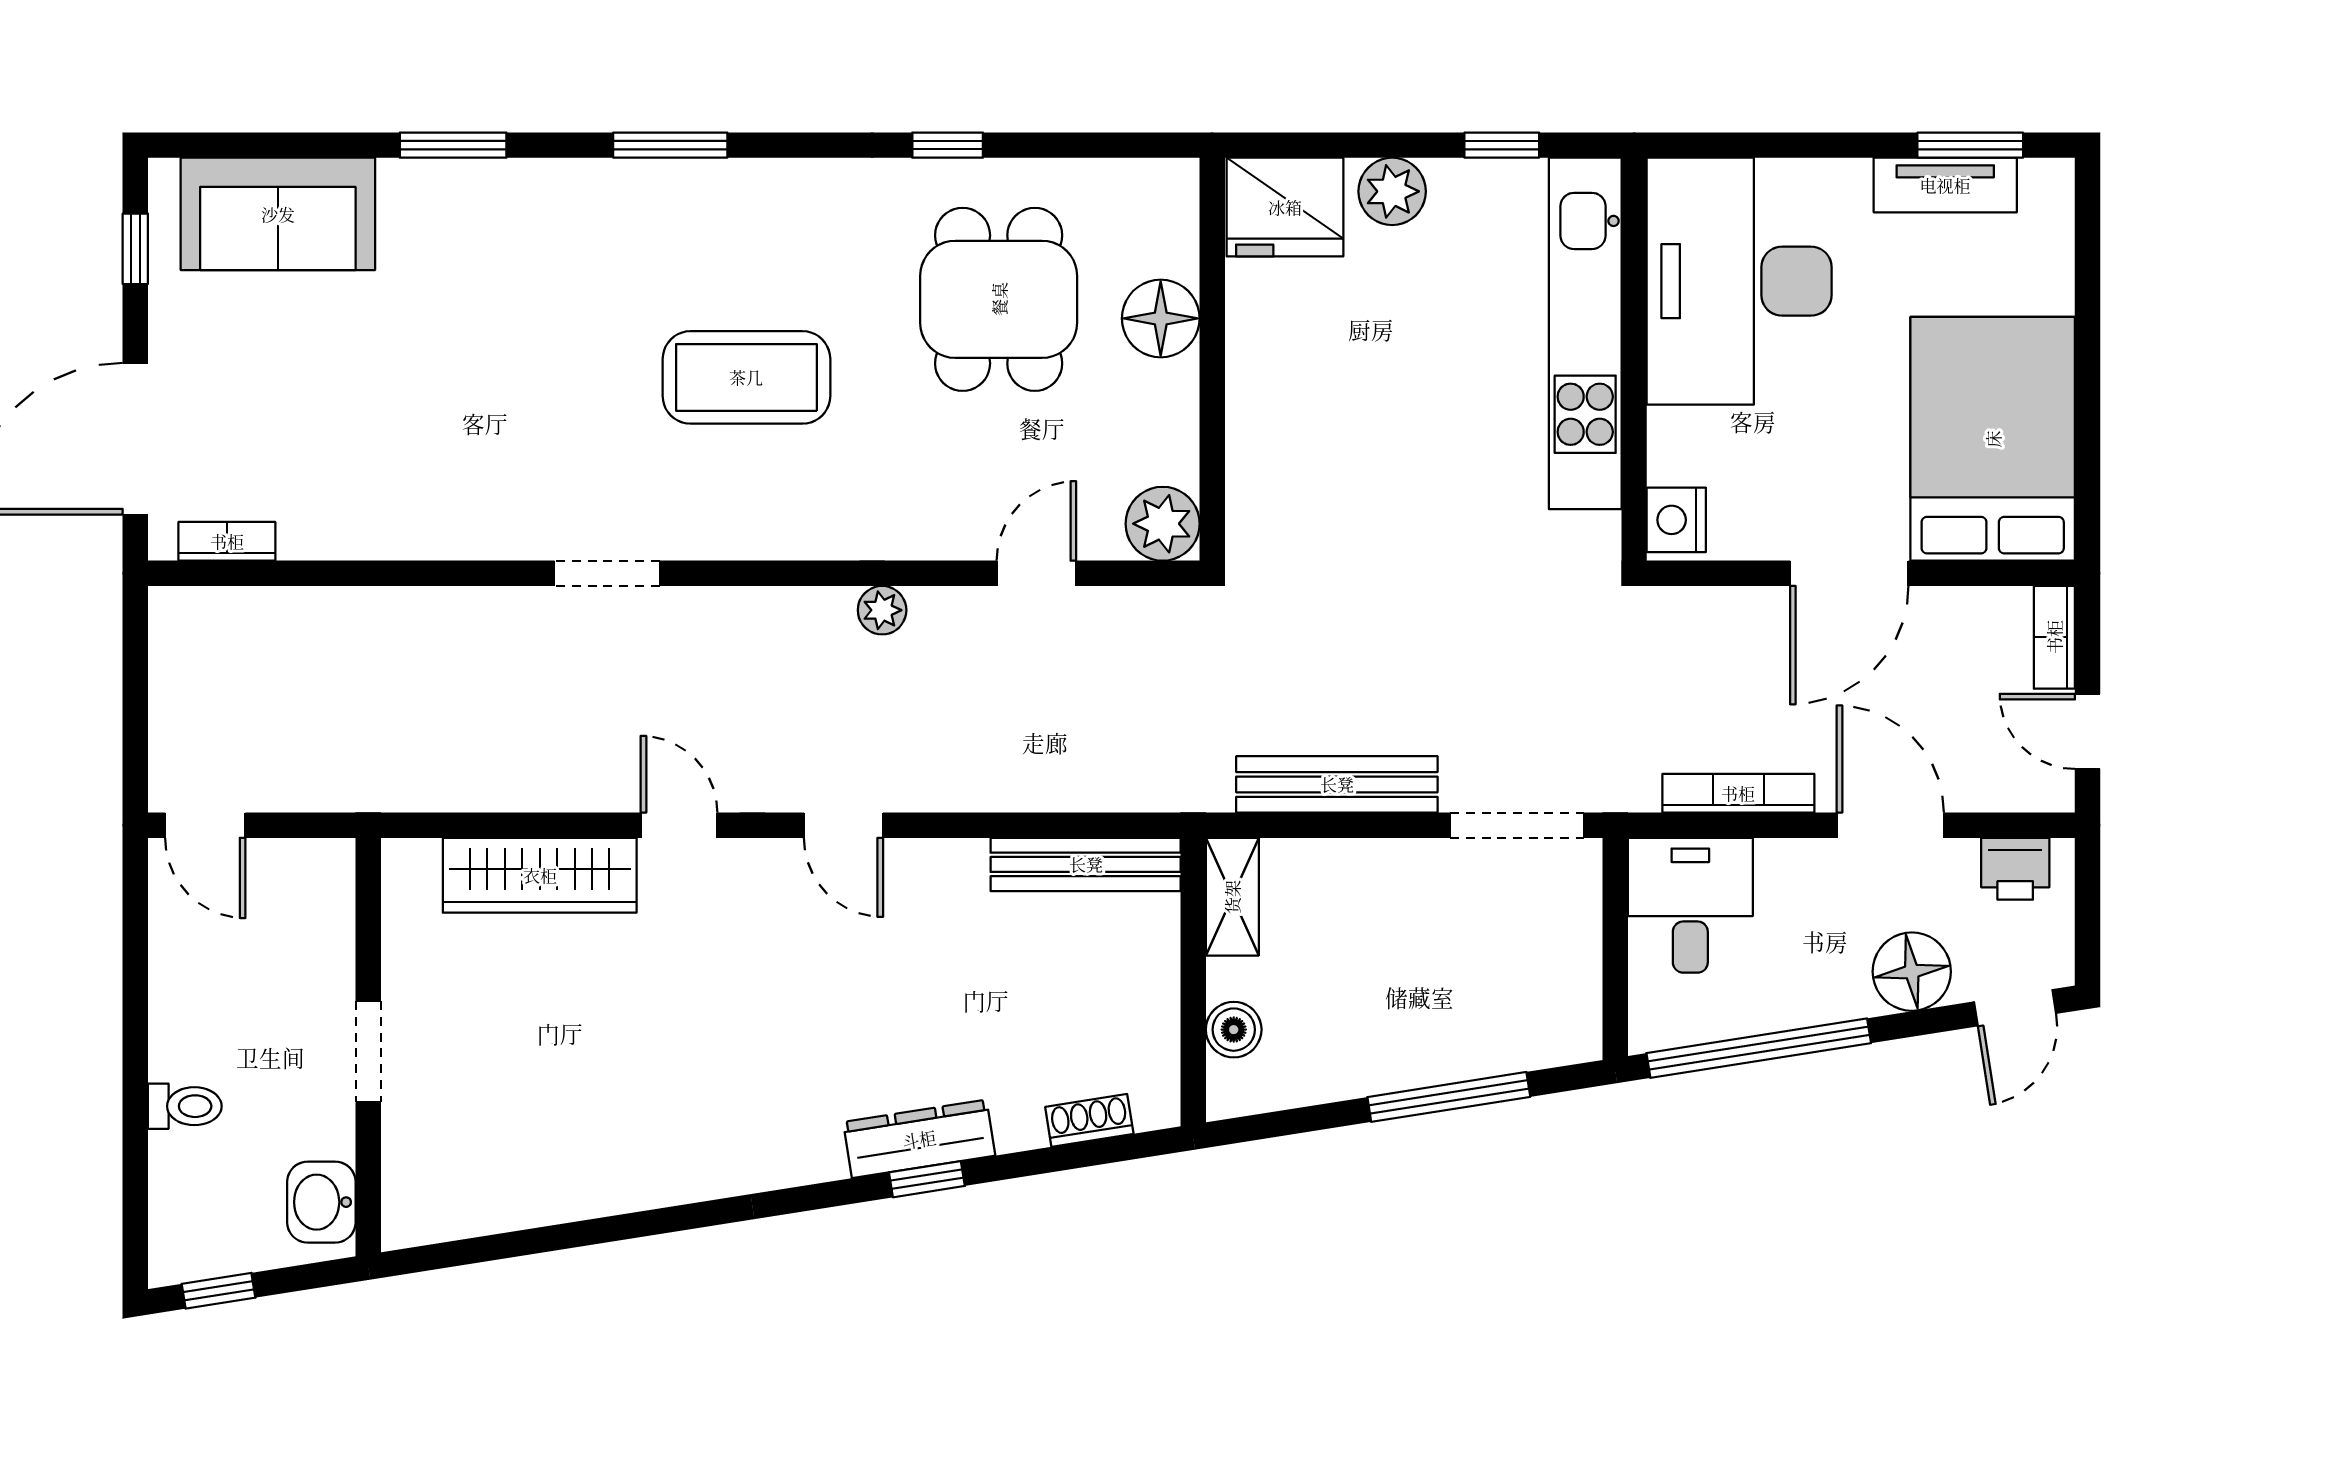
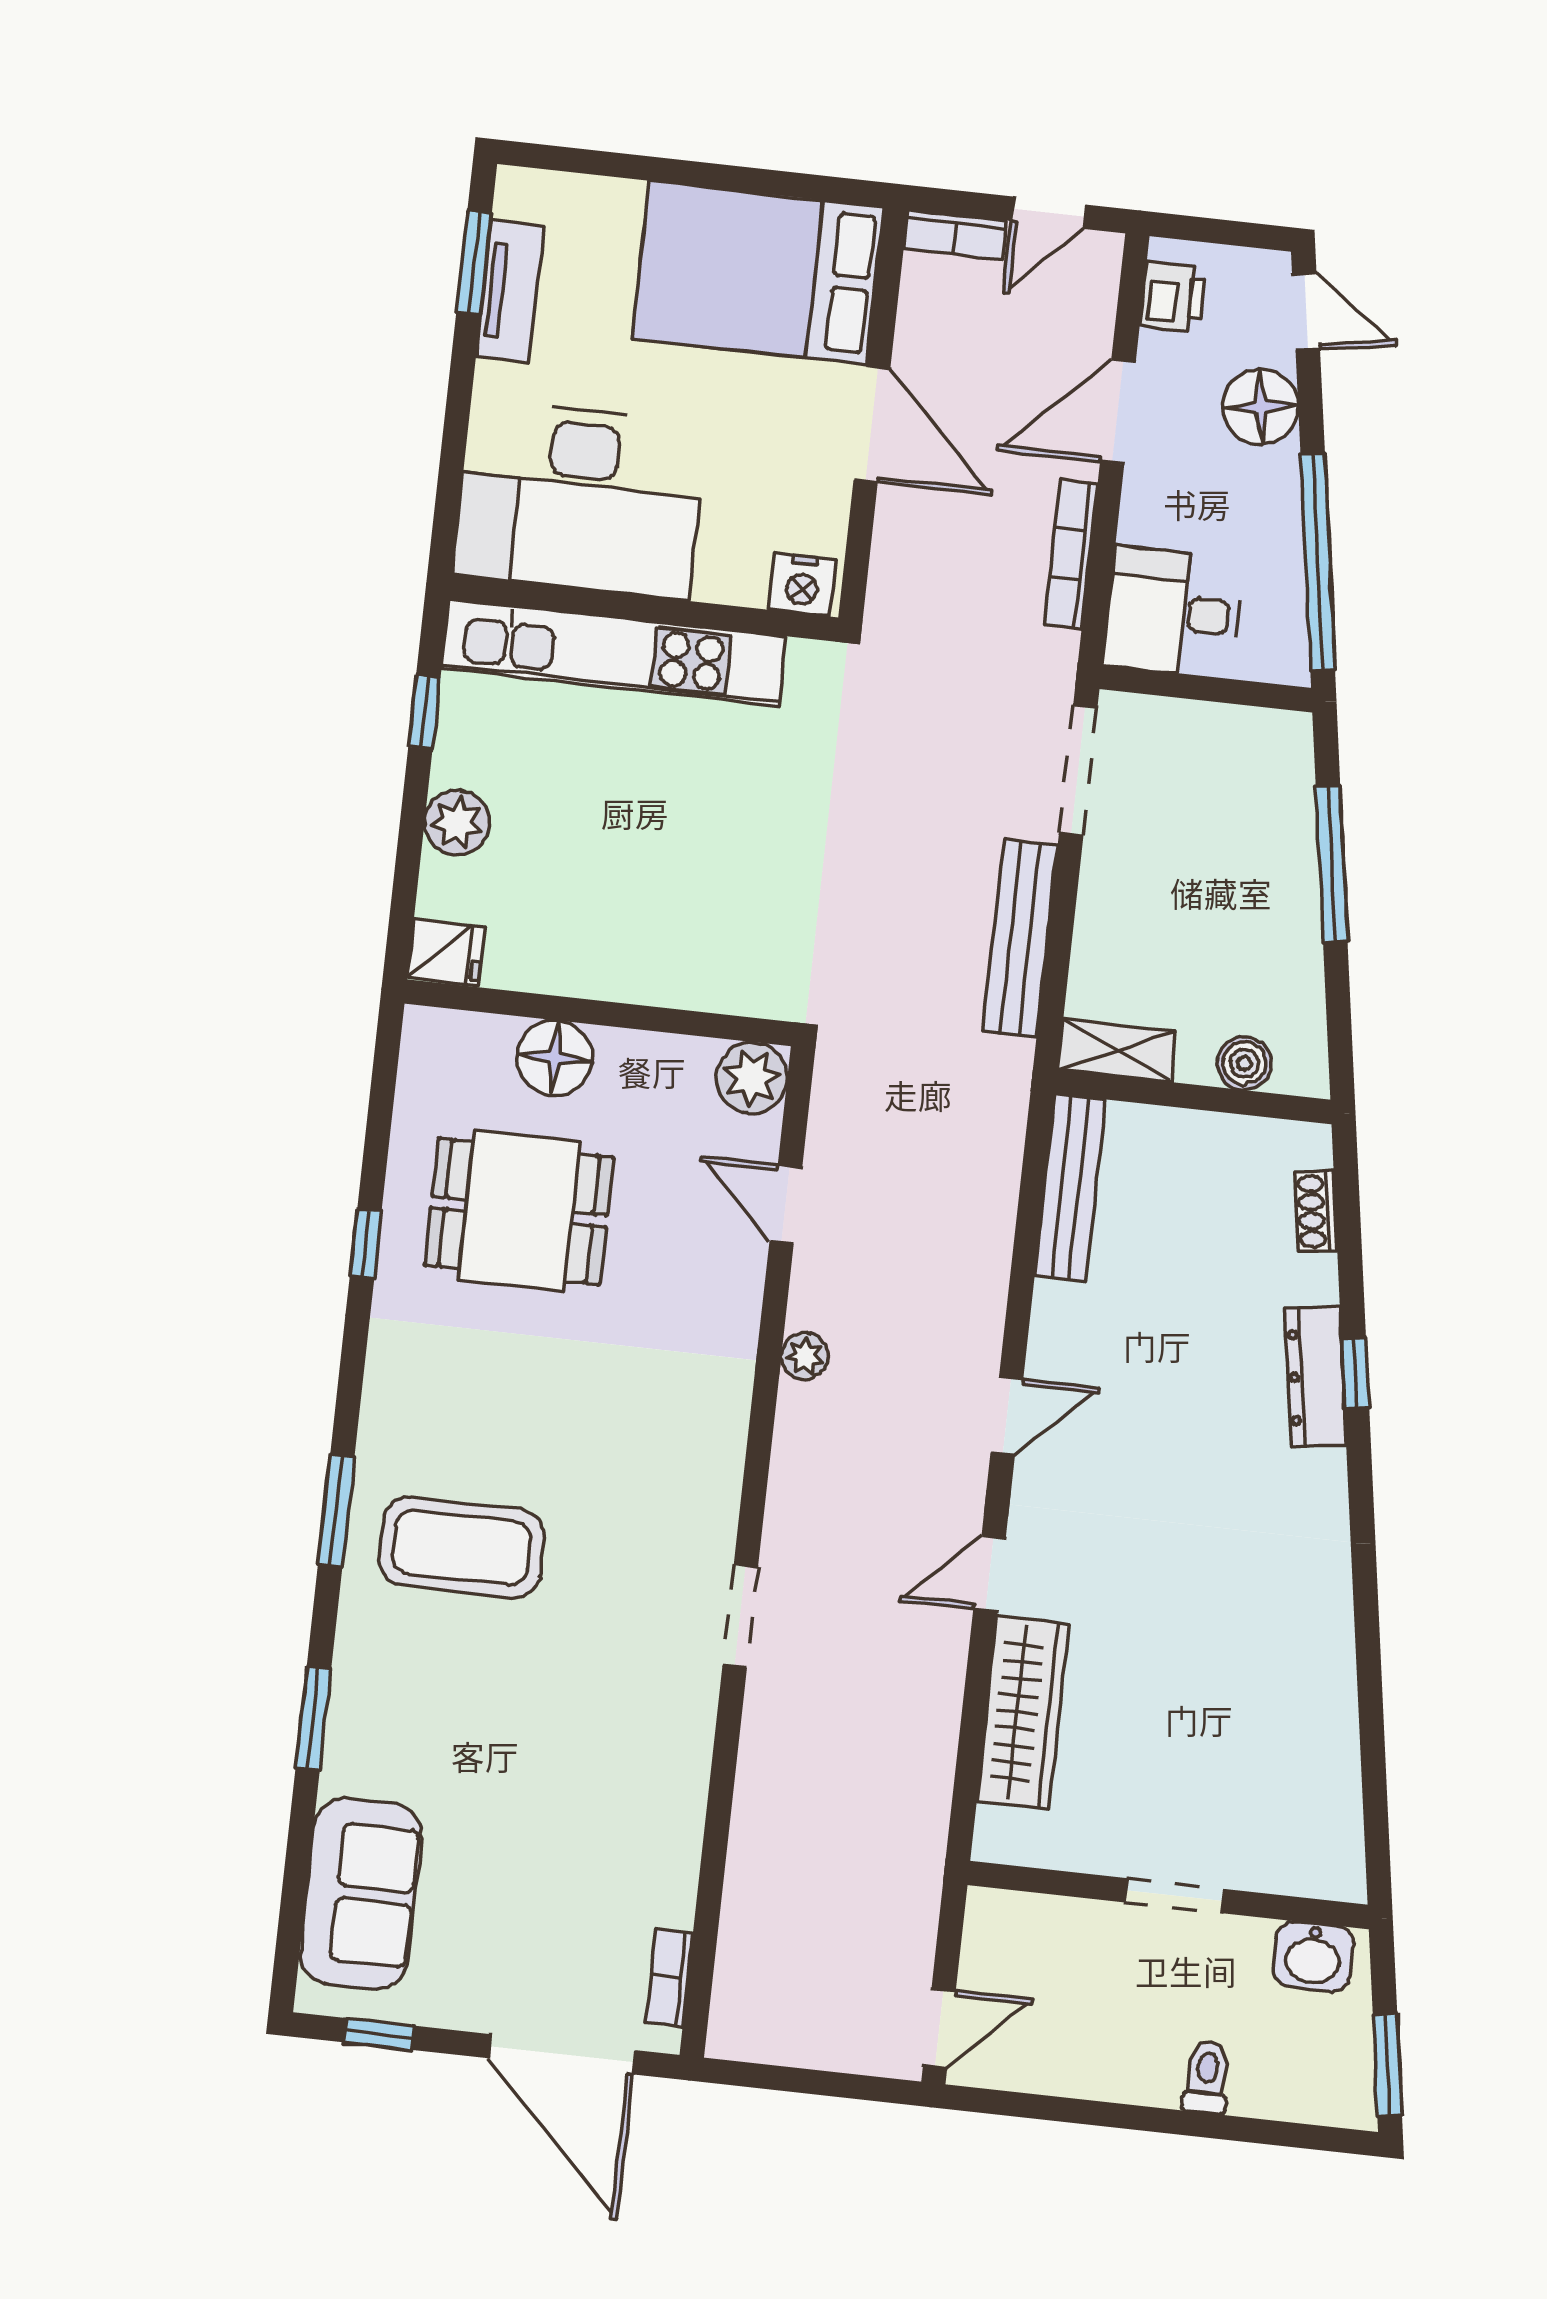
fridge: (1285, 207) -> (446, 952), width x0.53, depth x0.75
coffee table: (746, 377) -> (462, 1547), moved, turned 90
window: (219, 1291) -> (1387, 2065), width x1.50

